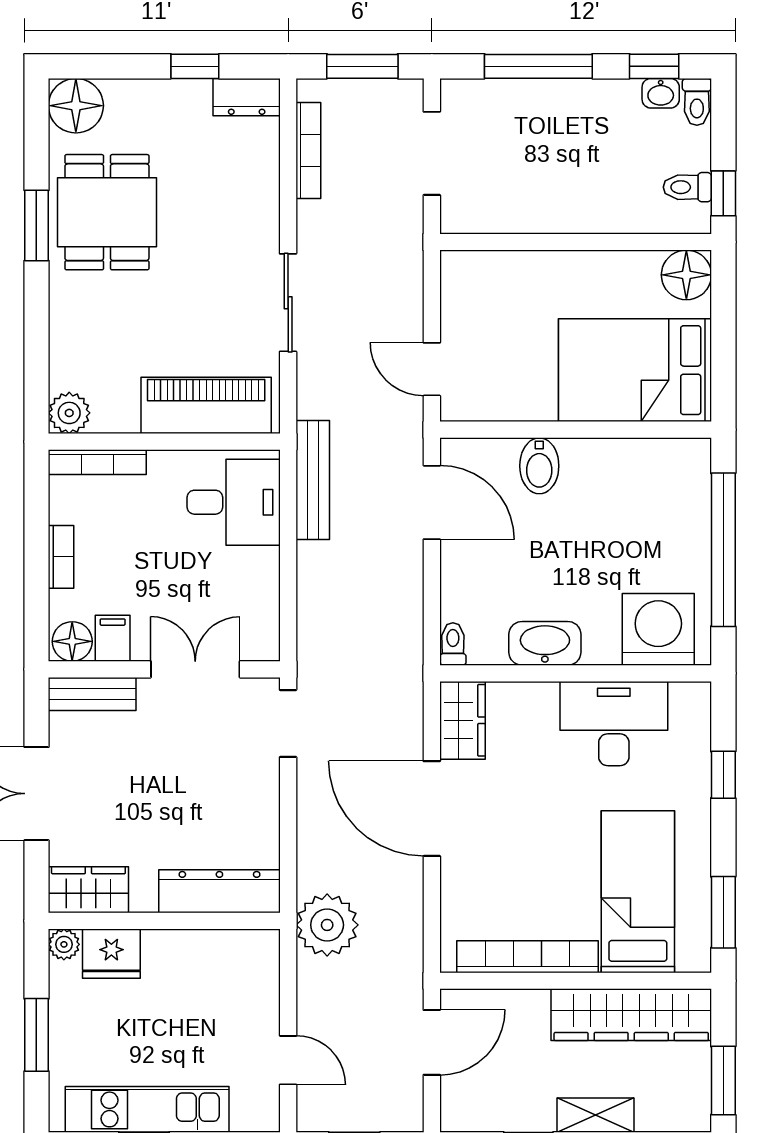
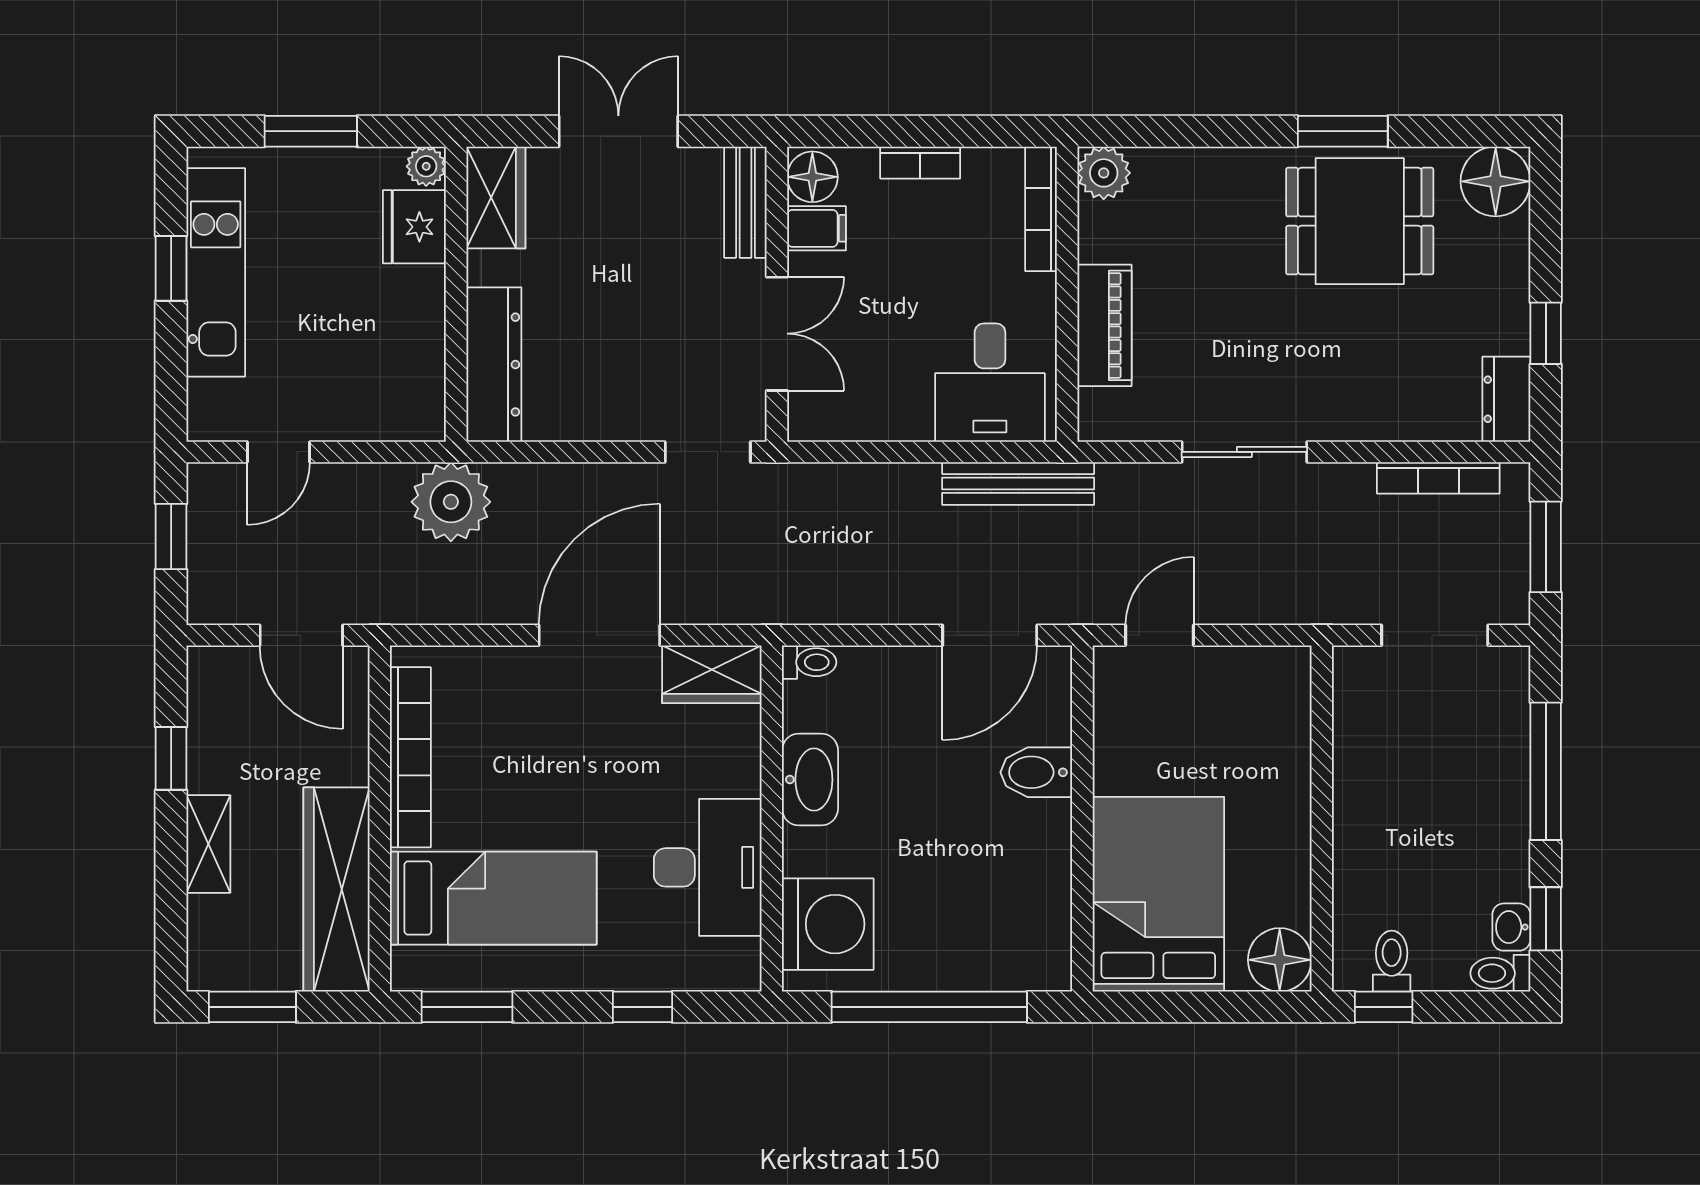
piano: (206, 405) -> (1104, 325), width x0.73, depth x0.75

